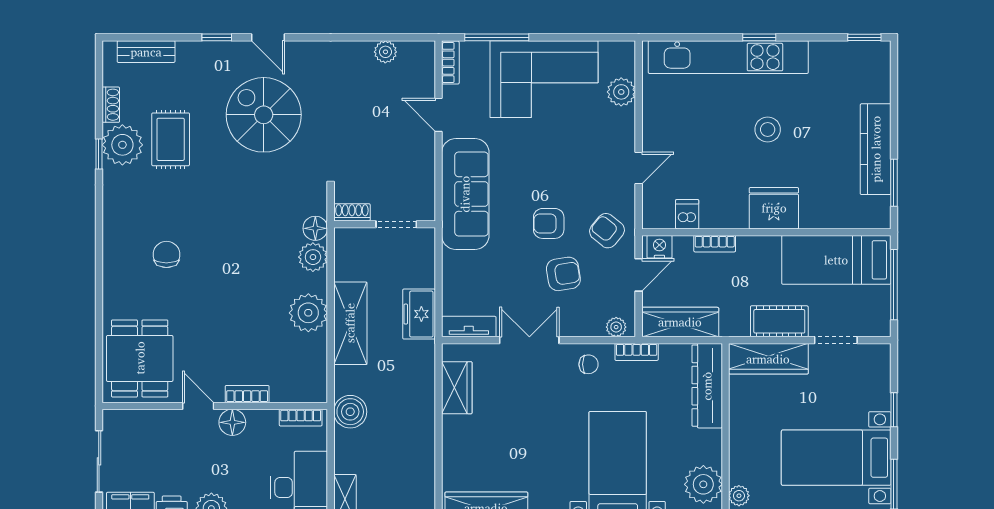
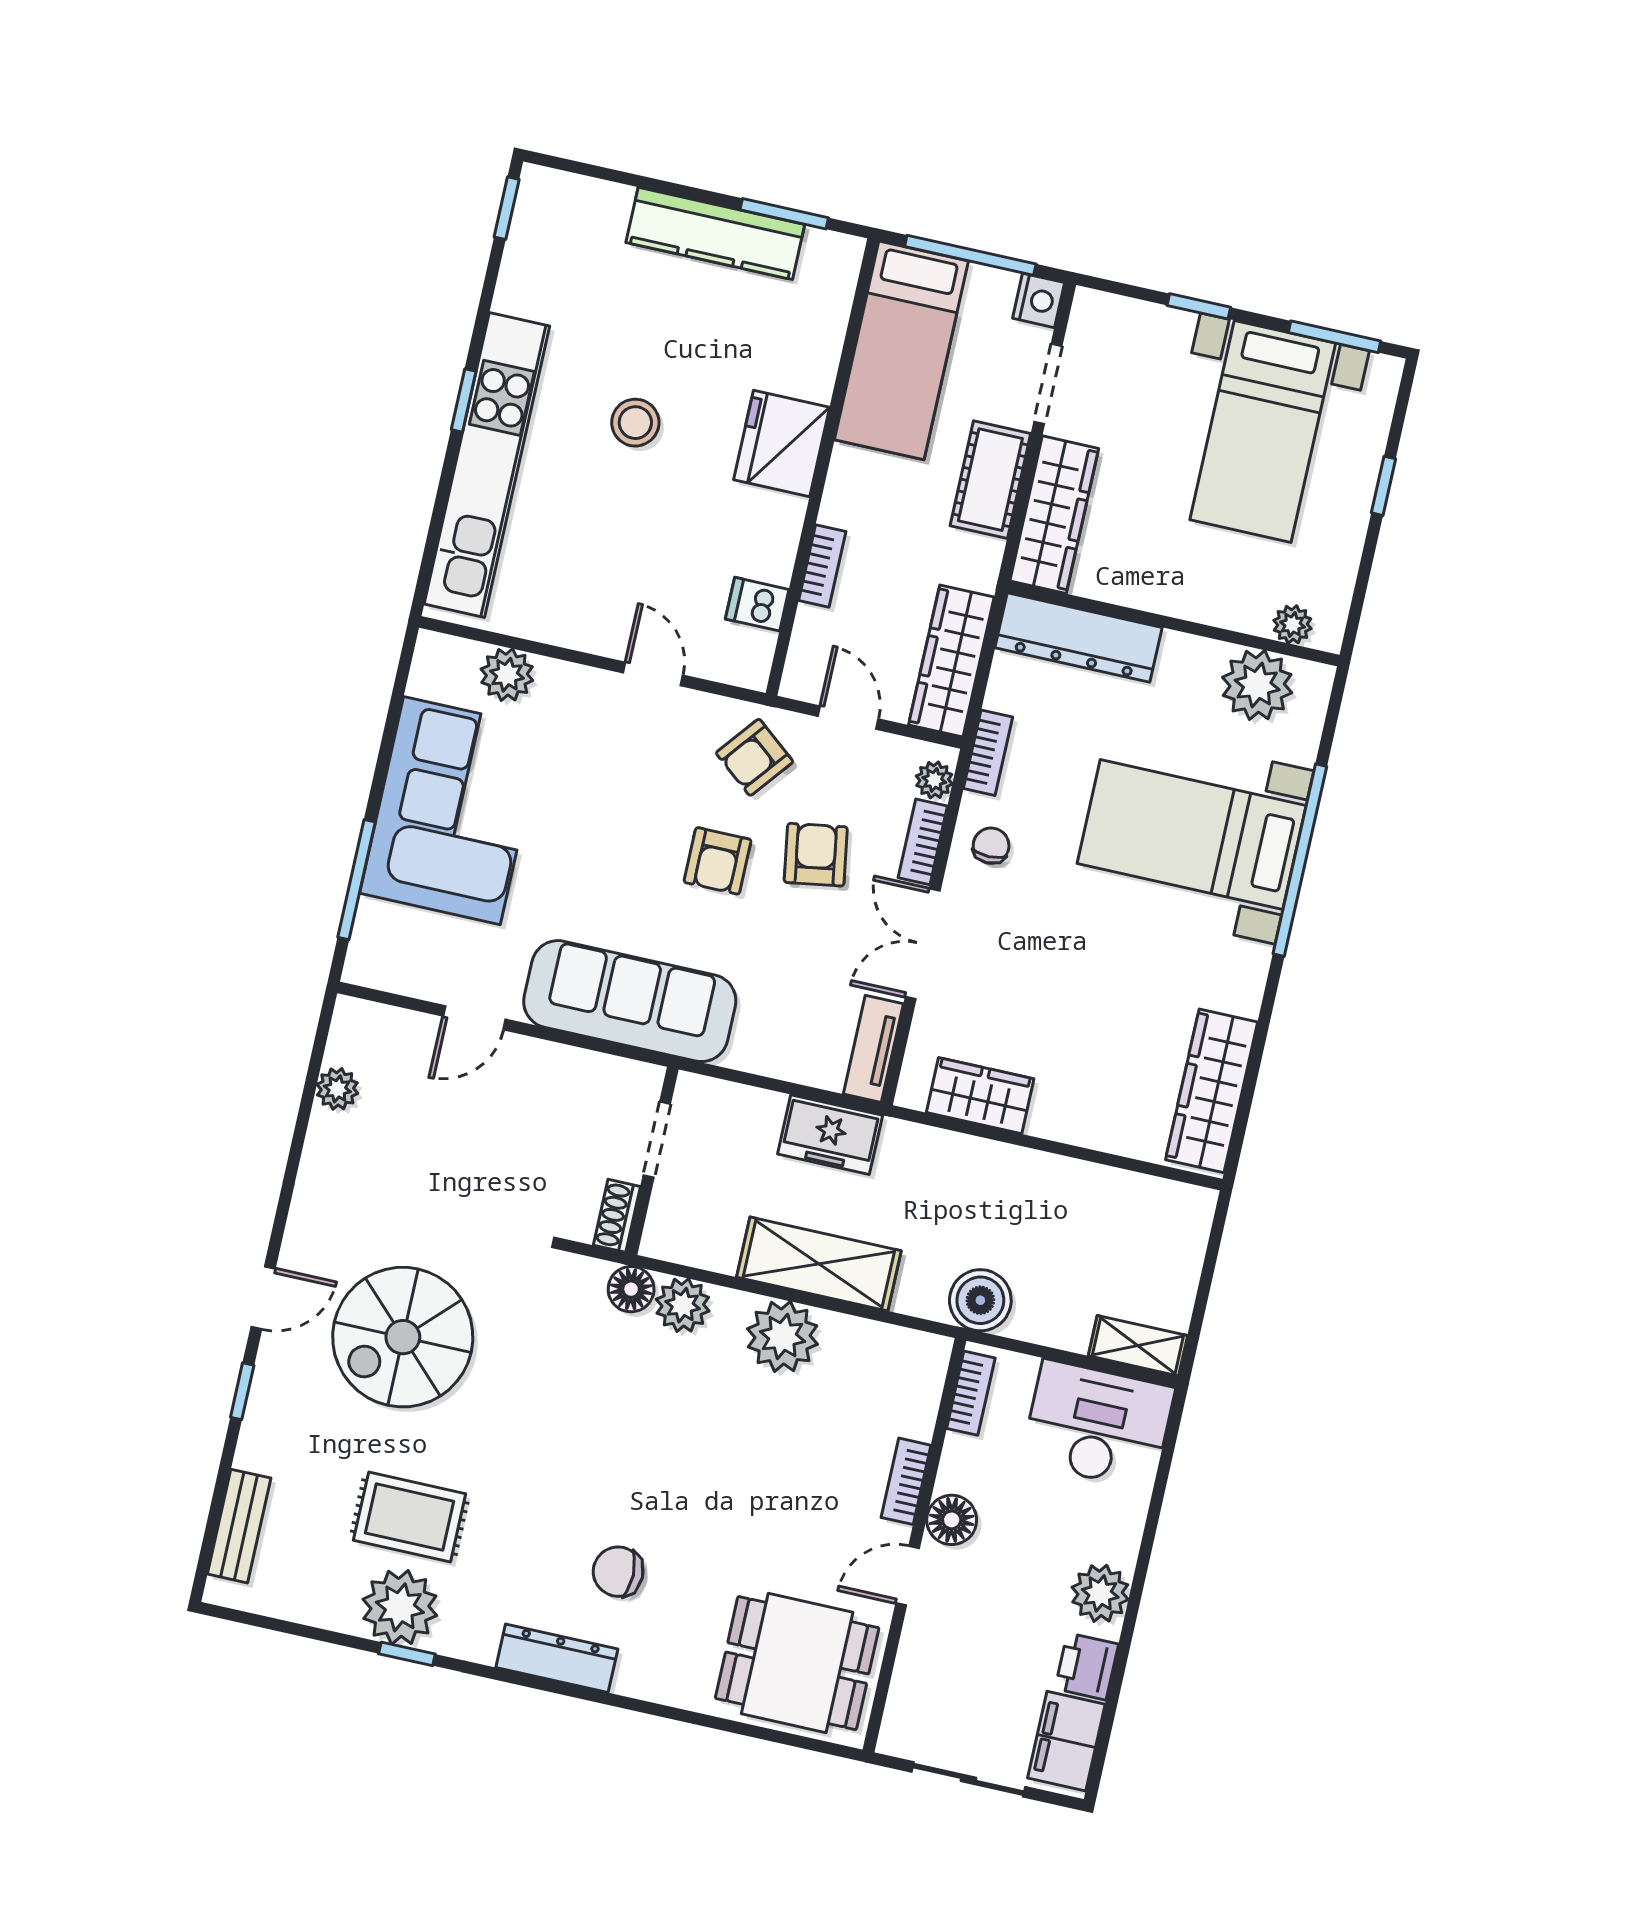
bookcase: (450, 63) -> (923, 842), moved, turned -90
shoe rack: (111, 105) -> (322, 1612), removed
dresser: (114, 233) -> (557, 1658), added
nightstand: (659, 247) -> (1039, 300), moved, turned 180

